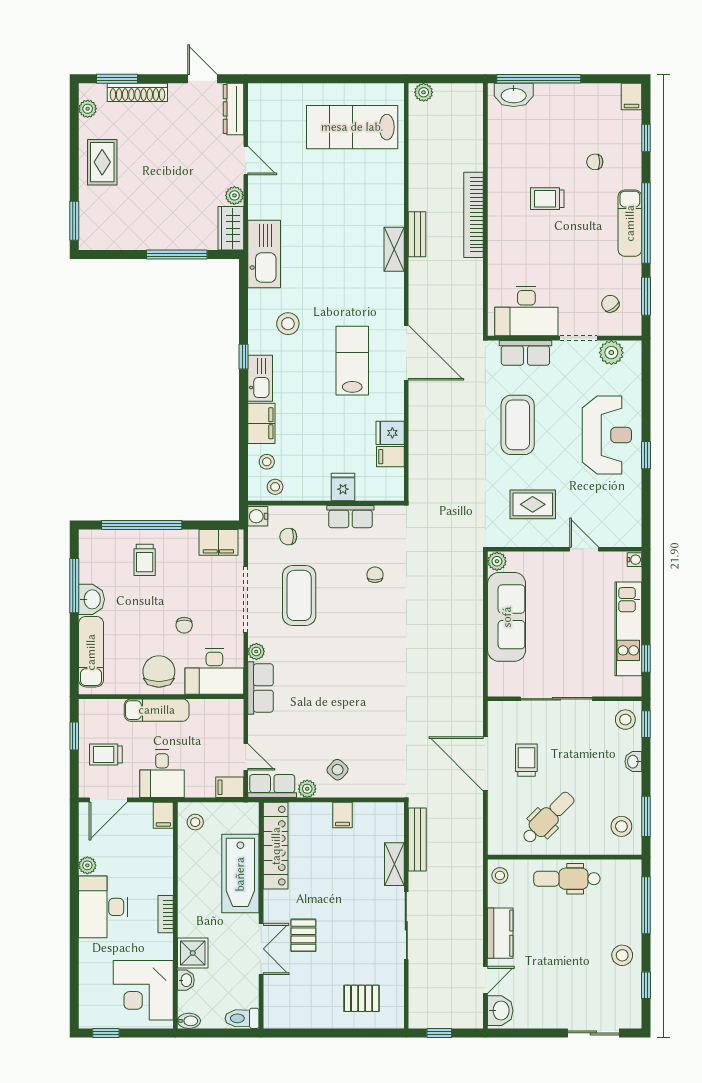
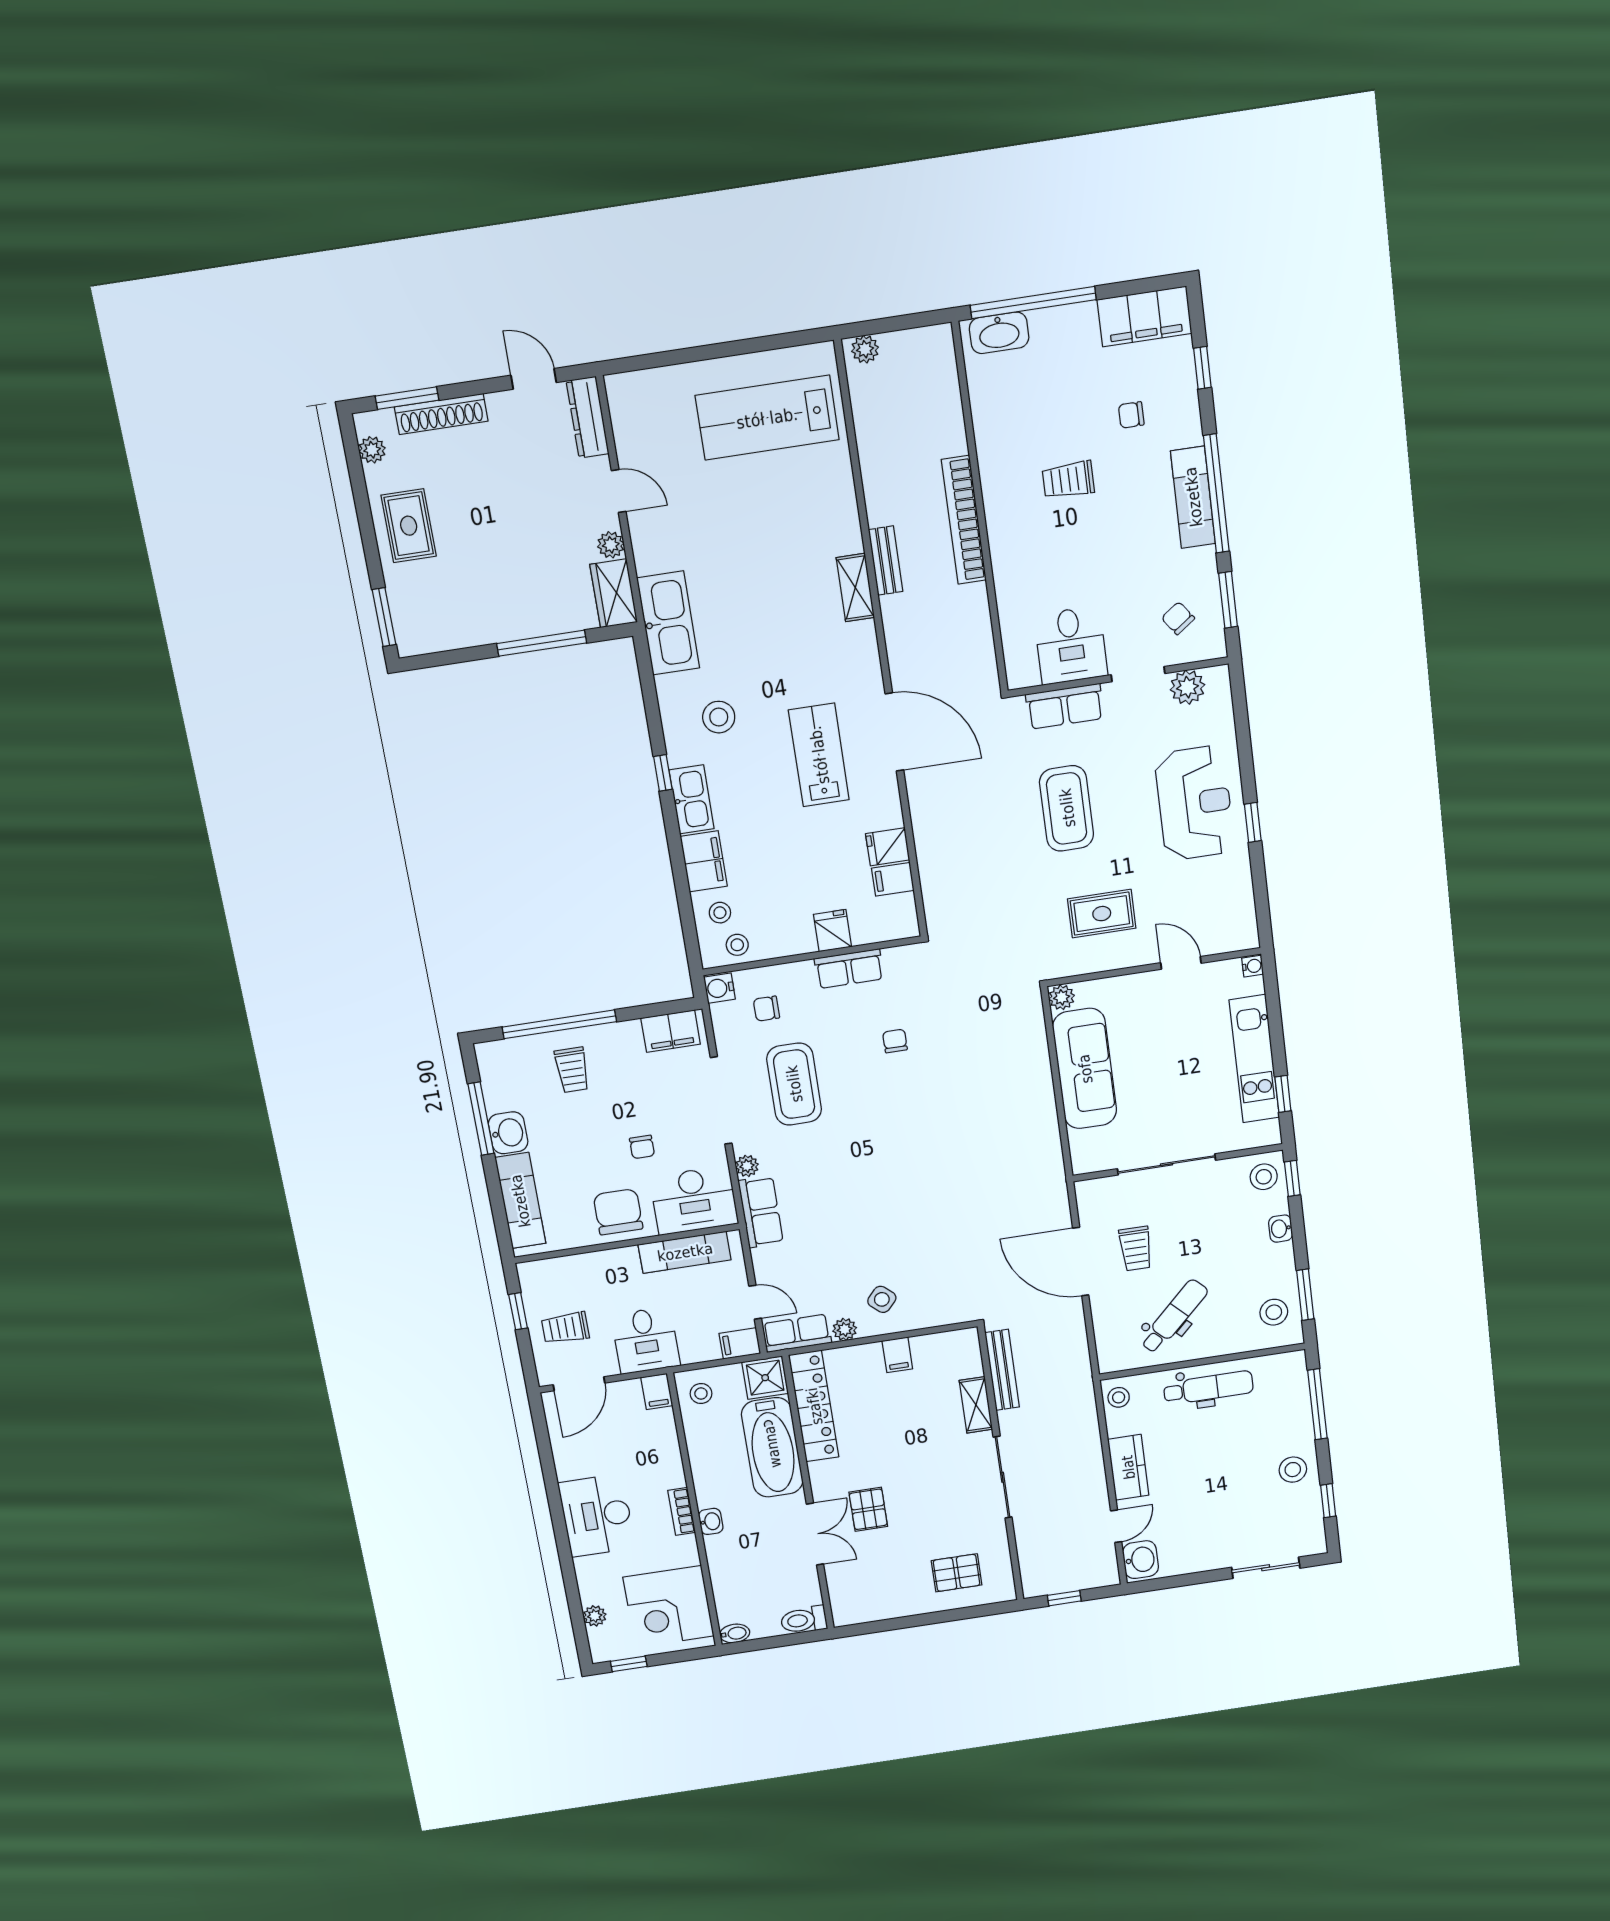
filing cabinet: (631, 97) -> (1145, 317), width x3.00, depth x1.17
desk: (526, 311) -> (1071, 645), width x0.73
exam couch: (157, 710) -> (685, 1252), moved
trolley: (526, 760) -> (1136, 1249), turned 180
plant: (87, 865) -> (595, 1616), moved
dental chair: (567, 879) -> (1208, 1388), turned 180
shower: (193, 953) -> (765, 1378), moved
washbasin: (186, 980) -> (711, 1521), moved

